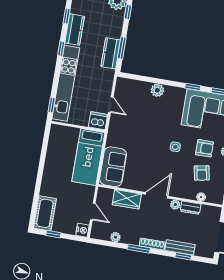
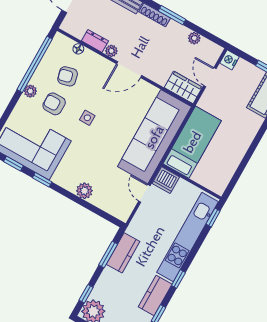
sofa: (113, 167) -> (154, 137), width x1.85, depth x1.27
armchair: (202, 173) -> (68, 76), turned -93
wardrobe: (127, 199) -> (183, 87), moved

